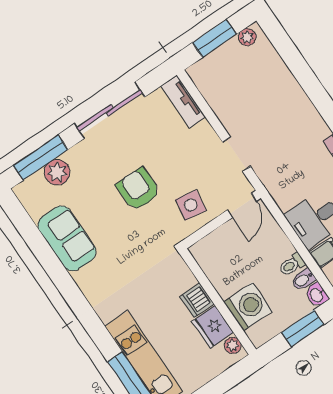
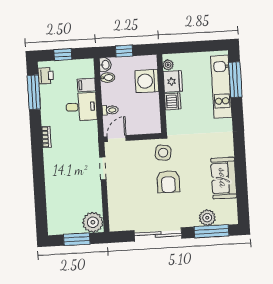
plant: (247, 37) -> (93, 222), moved, width x1.88, depth x1.88
tv unit: (183, 102) -> (115, 215), removed
side table: (191, 205) -> (163, 153), moved
toilet: (292, 265) -> (110, 110), moved
window: (303, 328) -> (124, 51), width x0.67

